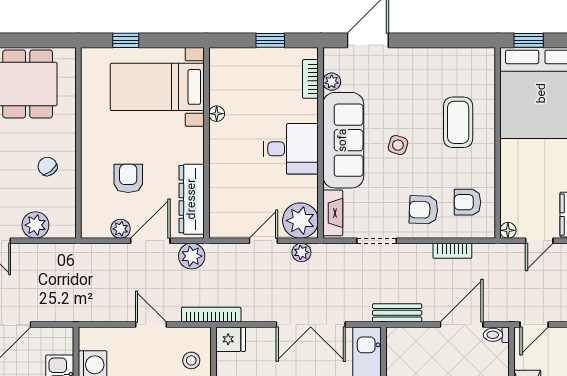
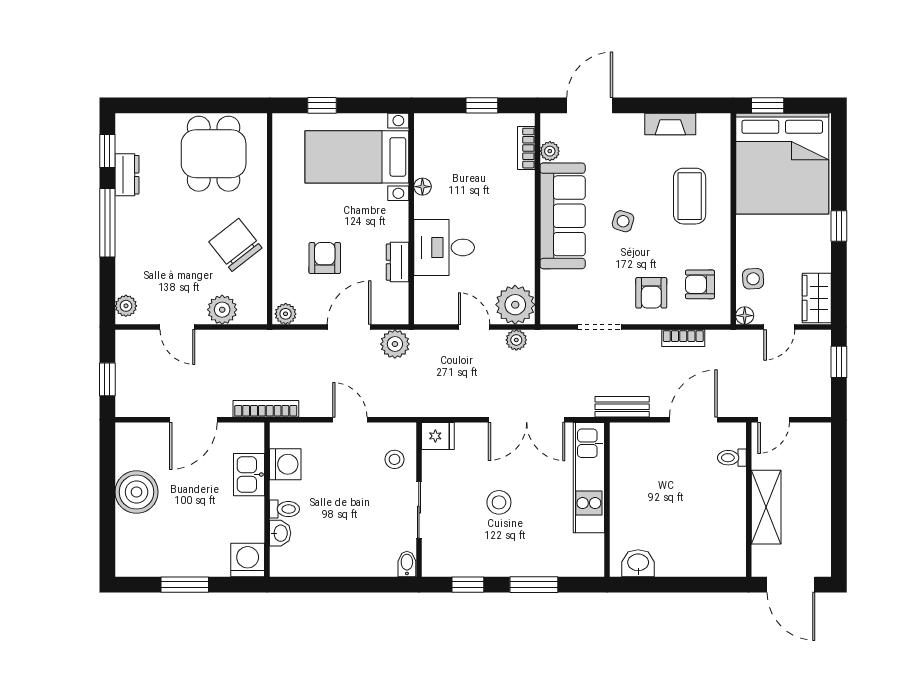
desk: (291, 149) -> (444, 247), moved, turned 180
chair: (47, 166) -> (235, 245), width x1.87, depth x1.87
side table: (516, 197) -> (753, 279), added
dresser: (192, 199) -> (398, 262), width x0.51, depth x0.80
armchair: (424, 210) -> (651, 293), turned -92
fireplace: (333, 213) -> (670, 124), moved, turned 90
plant: (121, 229) -> (286, 314), moved
door: (263, 241) -> (474, 327), hinge flipped
bookcase: (211, 315) -> (266, 409), moved
toilet: (496, 335) -> (732, 458), moved

